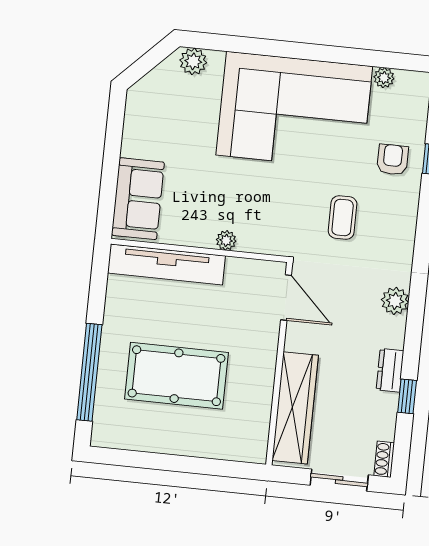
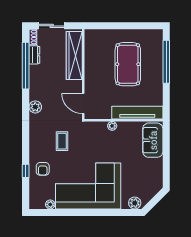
dresser: (390, 370) -> (34, 55), moved
pool table: (176, 376) -> (128, 64), turned 90
window: (407, 396) -> (26, 66), width x3.17

